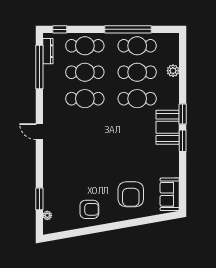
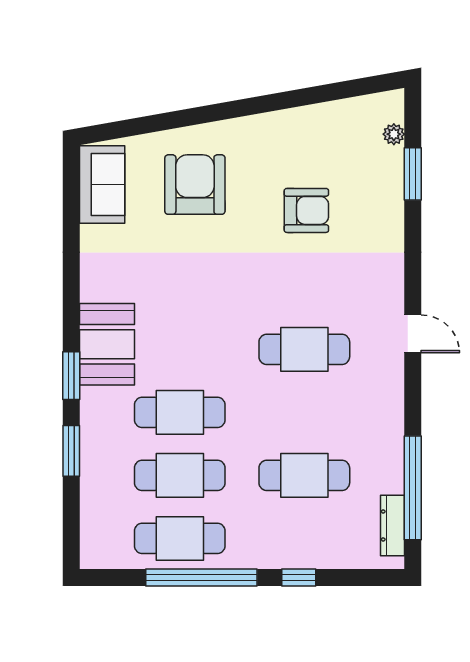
window: (60, 29) -> (299, 578), moved
cafe table: (85, 46) -> (304, 538), removed
plant: (173, 71) -> (94, 479), removed
cafe table: (85, 99) -> (304, 349), moved
window: (183, 141) -> (71, 451), moved
armchair: (89, 209) -> (306, 210), moved, turned 180

